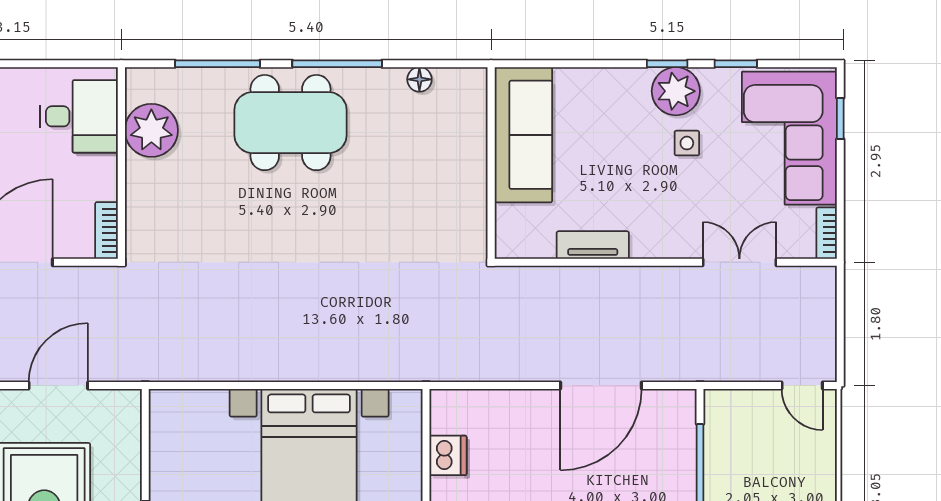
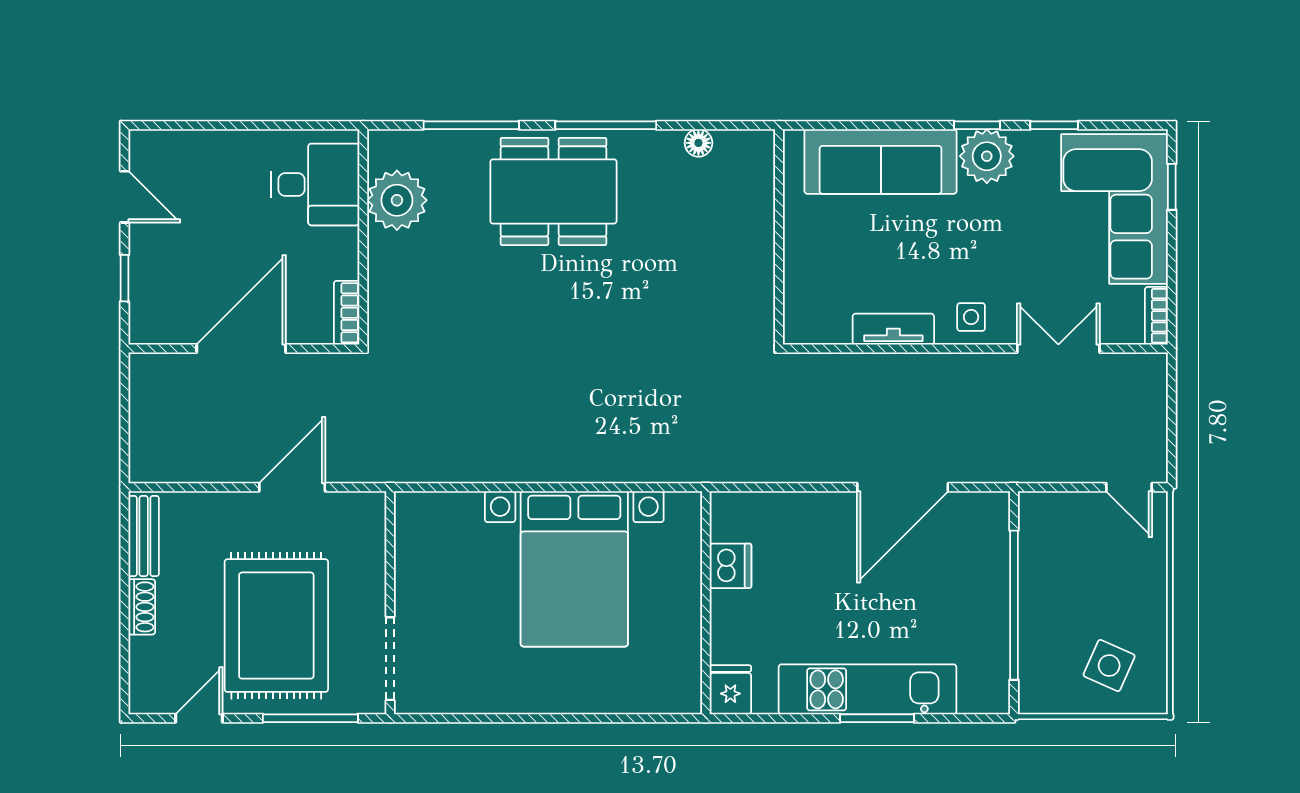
sofa: (523, 135) -> (881, 161), moved, turned 90
side table: (687, 143) -> (971, 317), moved

